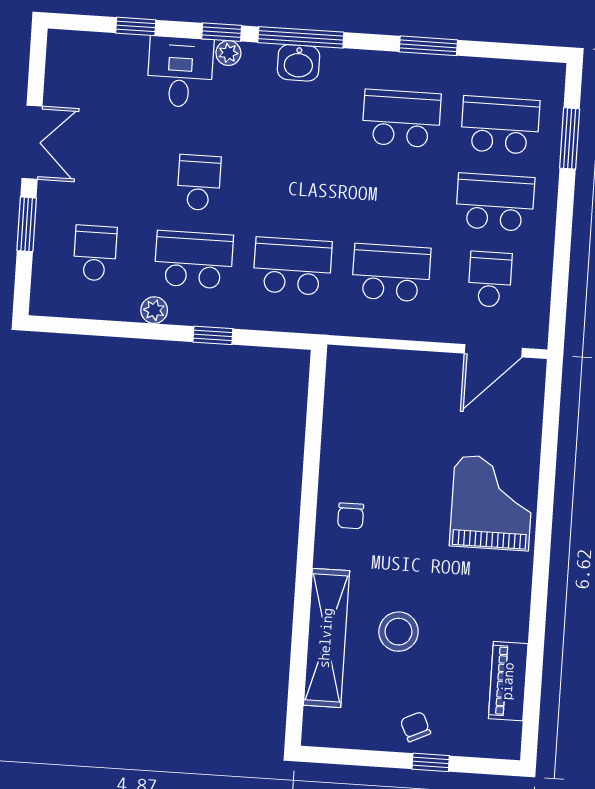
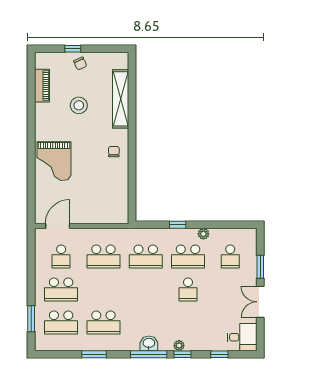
desk: (180, 72) -> (242, 337), moved, turned -90
stool: (399, 632) -> (79, 105), moved

